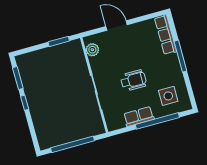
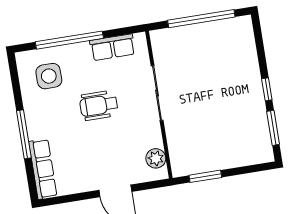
row of seats: (139, 117) -> (112, 47), moved

